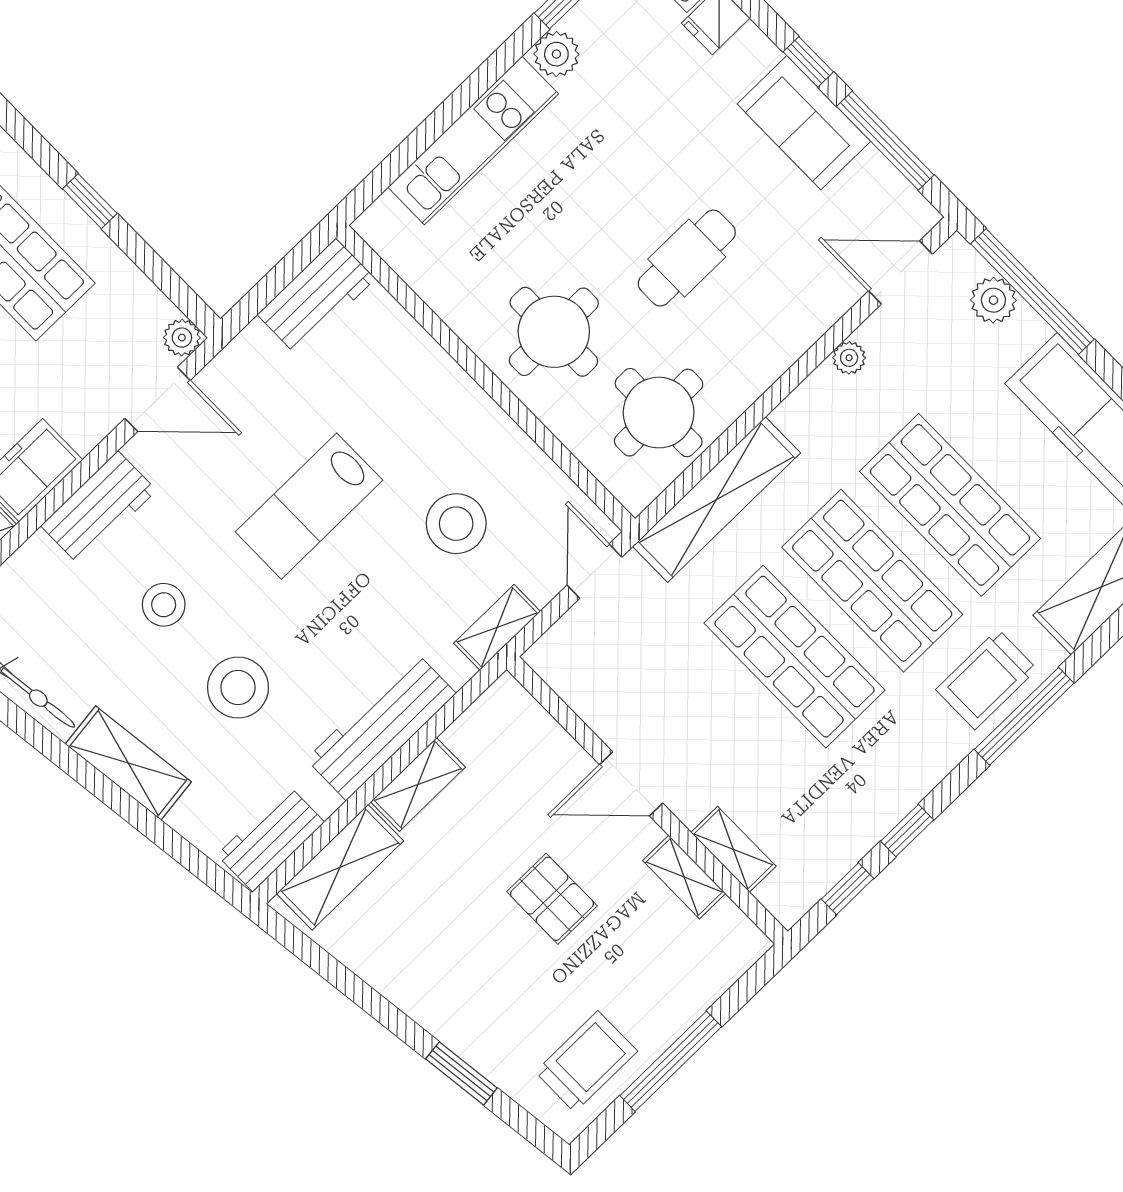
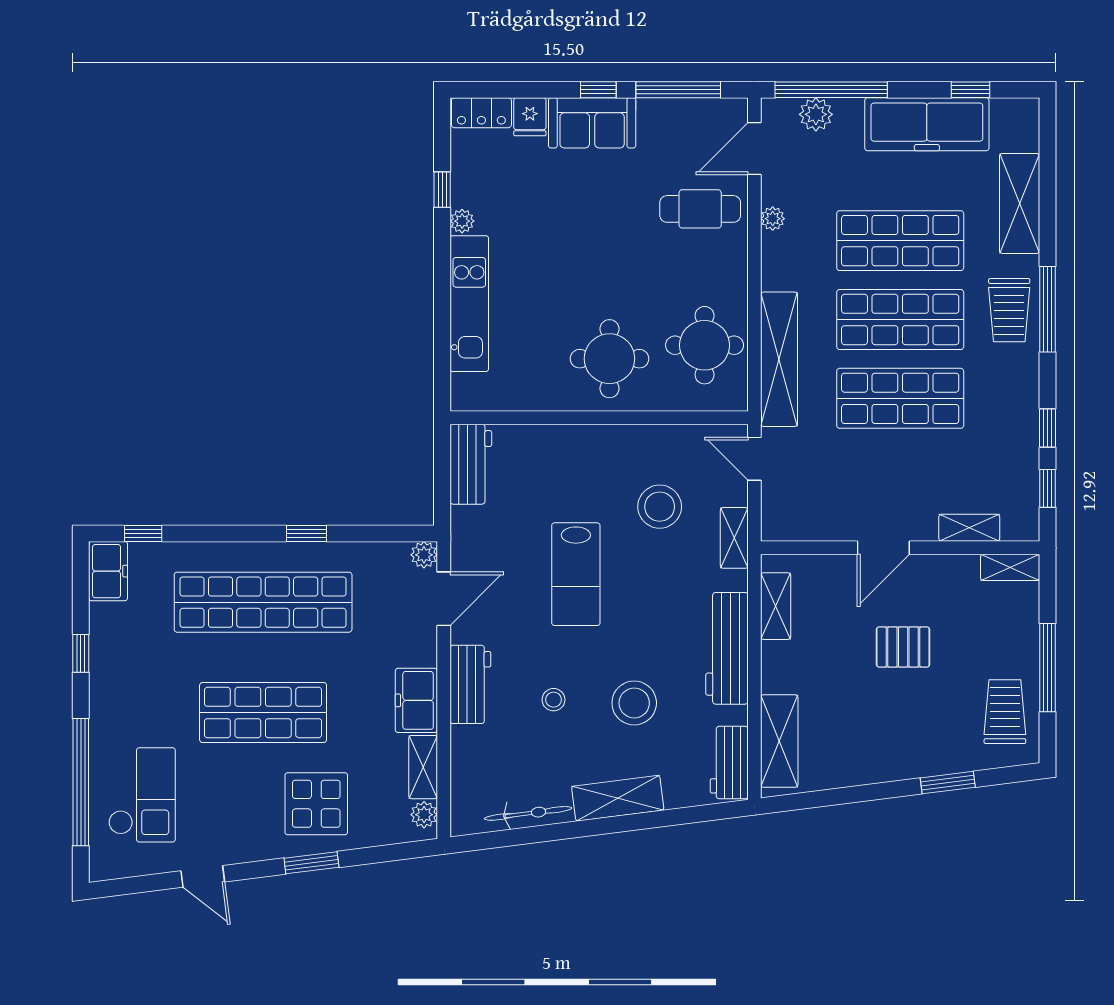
plant: (556, 54) -> (462, 221), width x0.73, depth x0.73
sofa: (804, 123) -> (592, 123), moved
cafe table: (687, 258) -> (700, 209), moved, turned 90
stool: (164, 605) -> (554, 700), width x0.73, depth x0.73
shelving: (418, 785) -> (776, 606), moved
shelving: (684, 877) -> (1010, 567), moved

